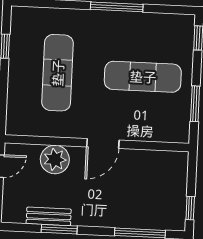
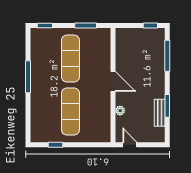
exercise mat: (58, 73) -> (70, 111), turned 90
plant: (55, 159) -> (120, 111), width x0.53, depth x0.53

